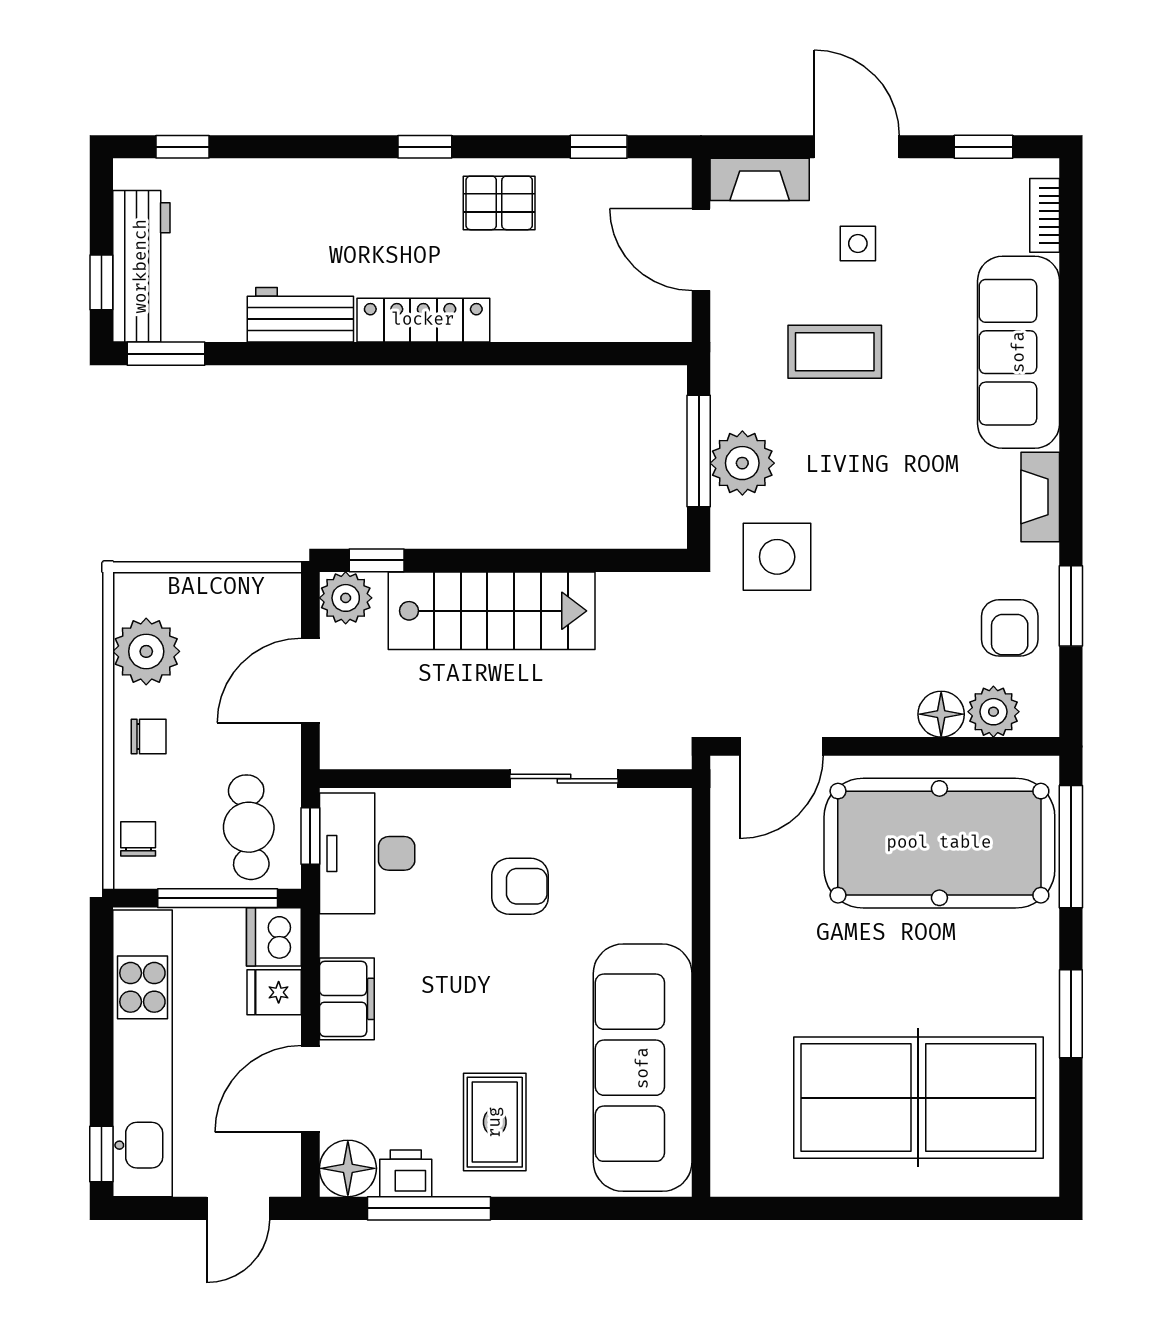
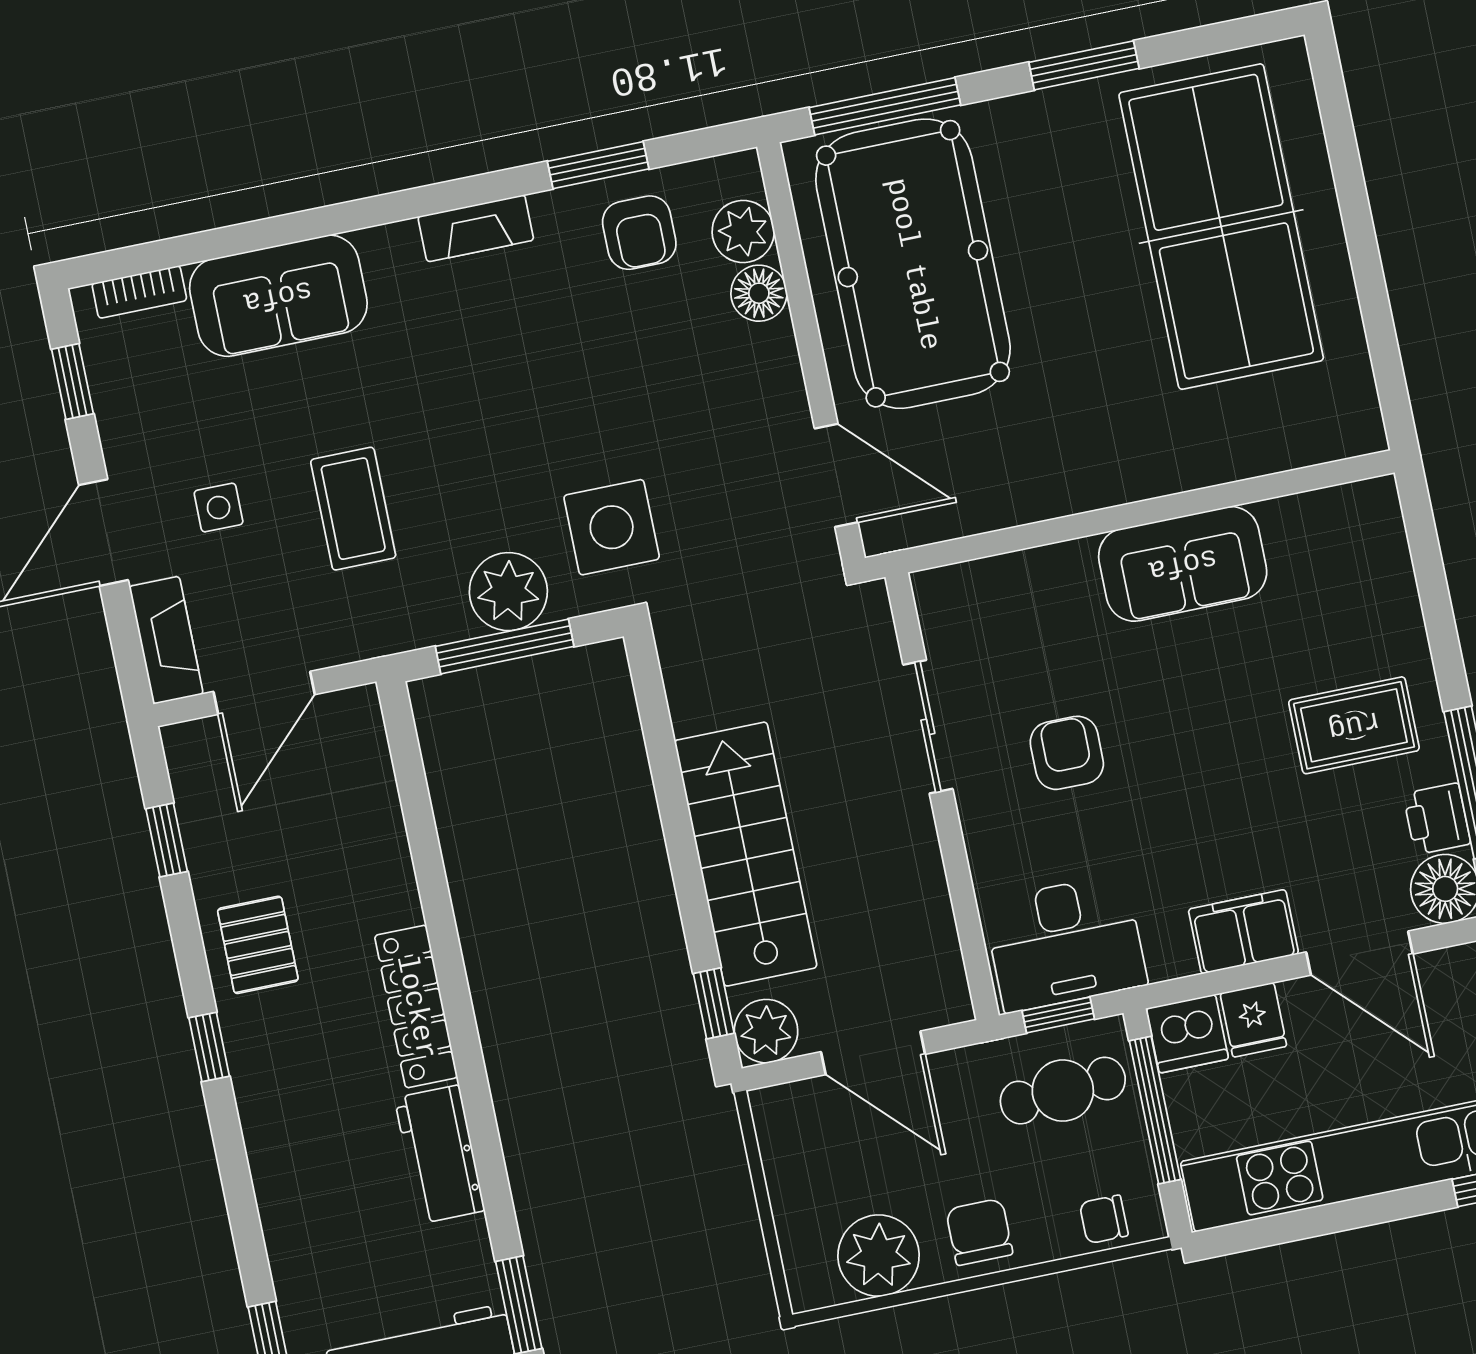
sofa: (1019, 352) -> (278, 296), width x0.73
armchair: (1010, 628) -> (639, 233), turned 90
chair: (149, 737) -> (979, 1232), width x1.37, depth x1.37
sofa: (643, 1068) -> (1183, 564), width x0.54, depth x0.79

